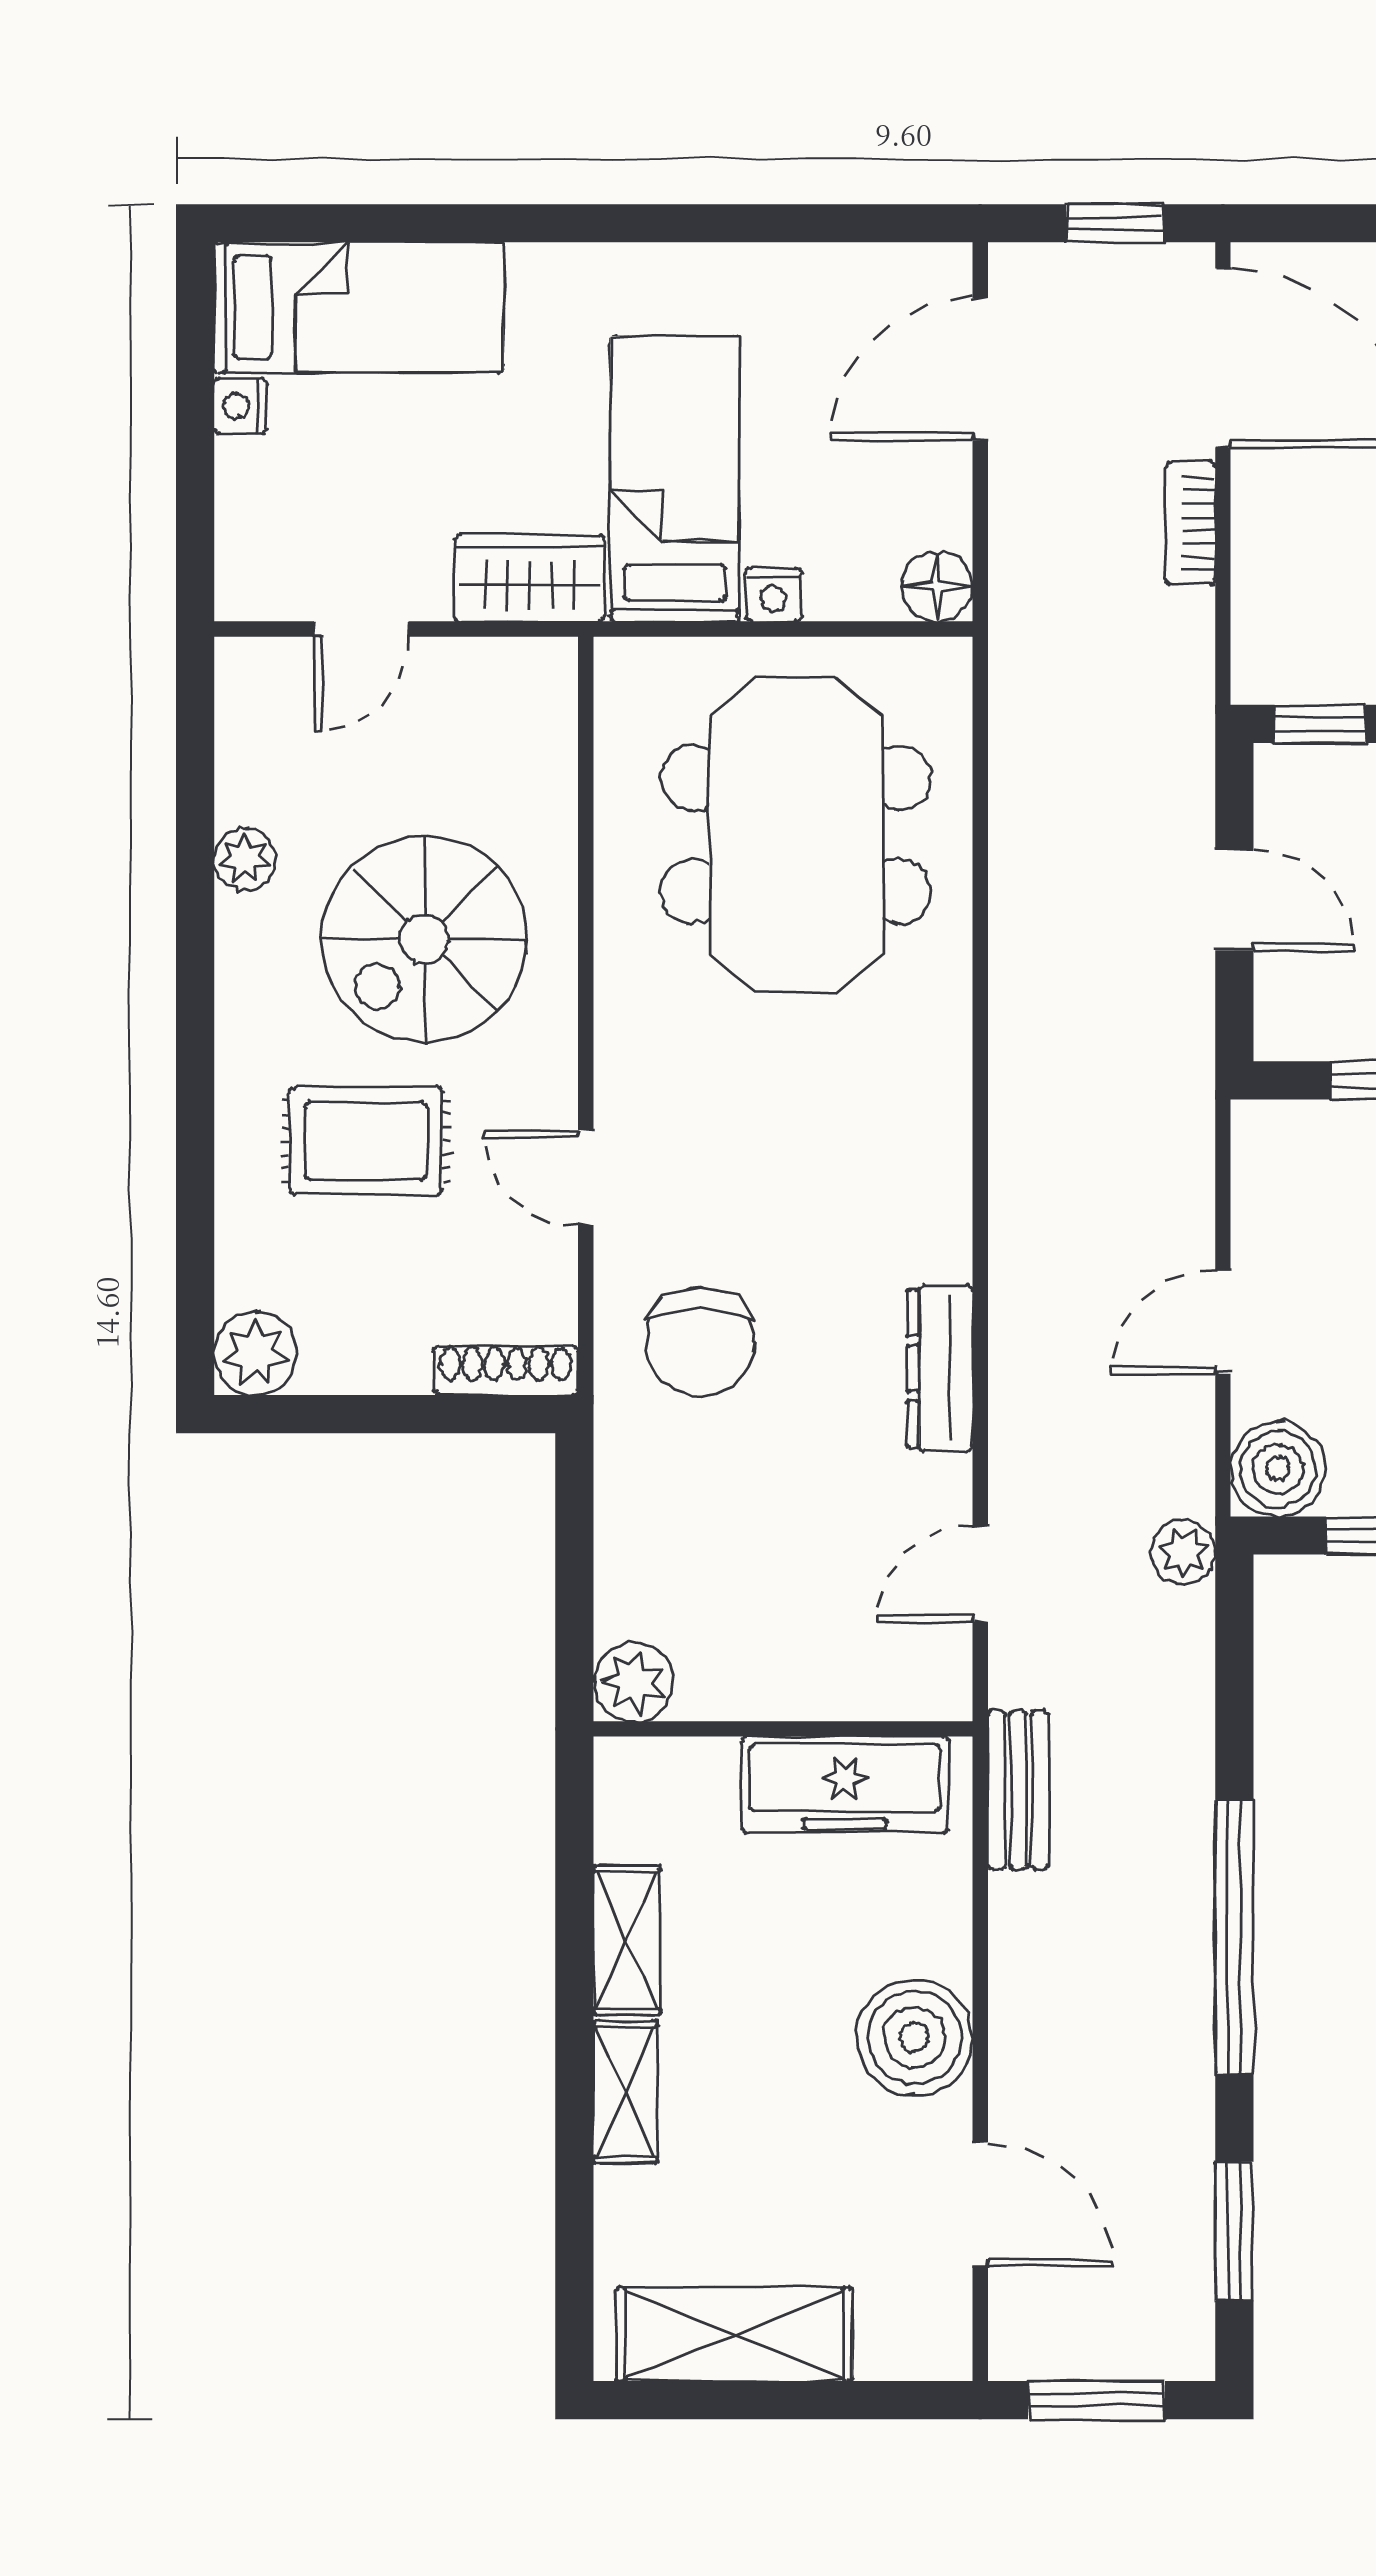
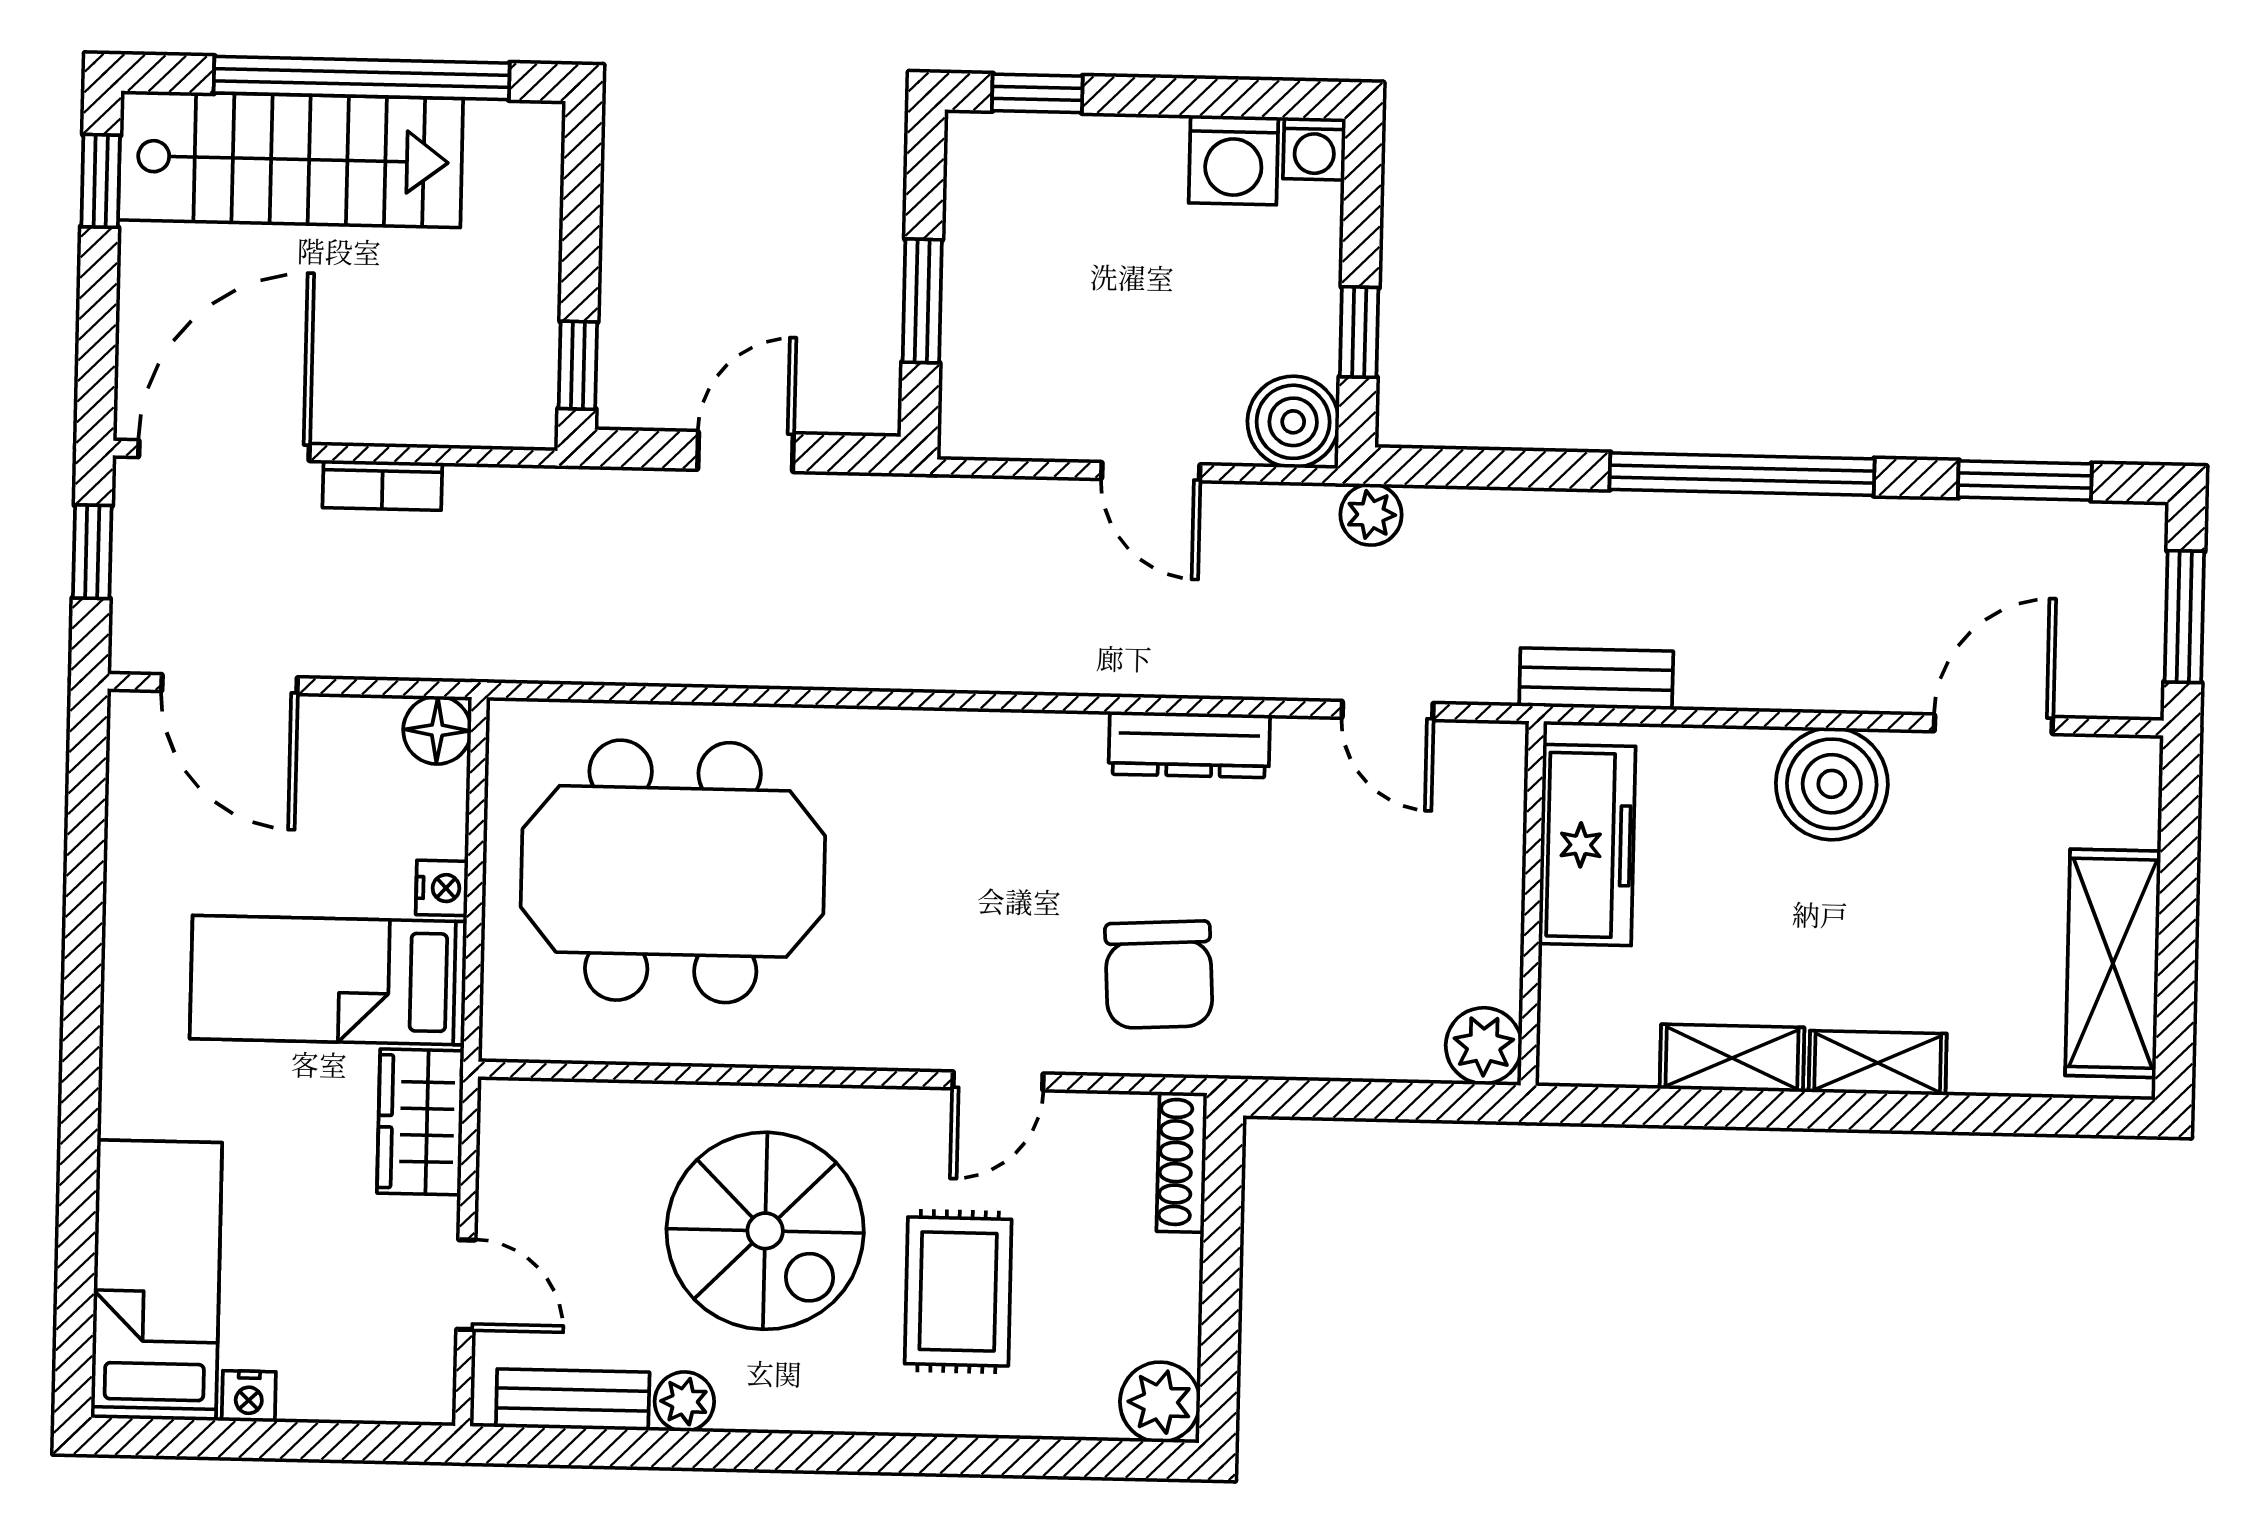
bench: (244, 743) -> (573, 1400), added
chair: (700, 1342) -> (1159, 975), turned 87

